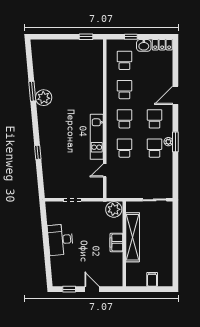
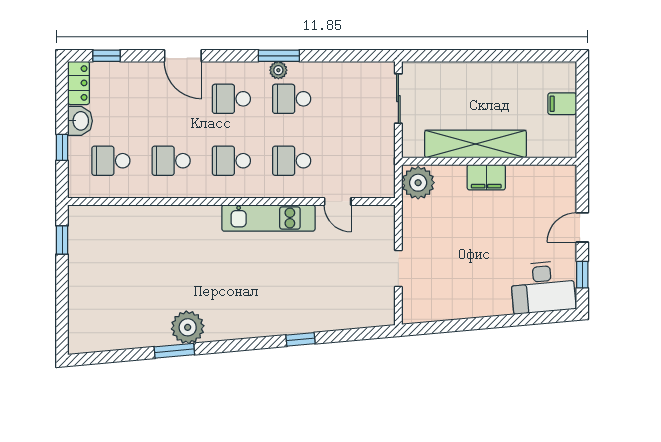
window: (175, 58) -> (107, 56), added
desk: (60, 240) -> (543, 287), moved

